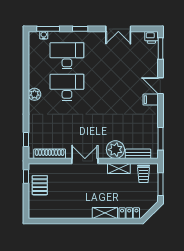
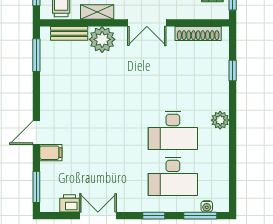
printer: (151, 37) -> (69, 203), moved
door: (160, 86) -> (36, 133), swing flipped
filing cabinet: (151, 100) -> (51, 153), moved
window: (26, 140) -> (233, 70), moved

